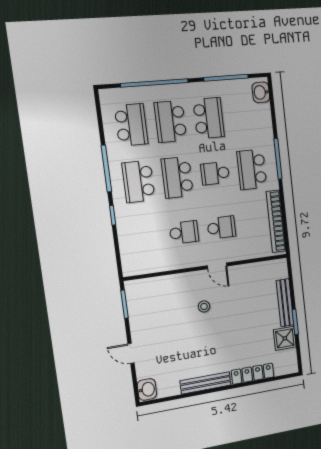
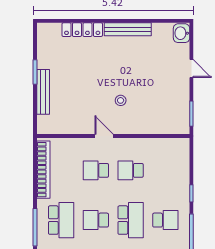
school desk: (215, 173) -> (96, 220), turned 180
school desk: (138, 182) -> (165, 220), width x0.54
shower: (285, 338) -> (47, 58), removed

